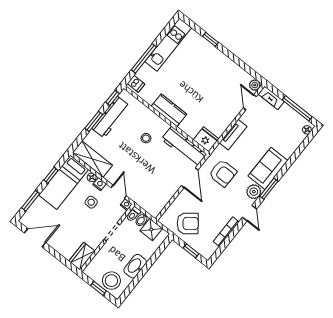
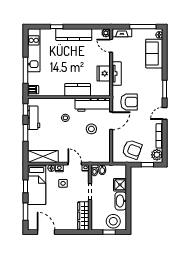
kitchen counter: (221, 61) -> (74, 35), added
kitchen counter: (169, 110) -> (78, 90), moved
workbench: (111, 117) -> (34, 118), width x0.73
fridge: (206, 139) -> (104, 73), moved, turned -90
sofa: (268, 168) -> (154, 54), moved
stool: (163, 170) -> (91, 129), added
door: (190, 178) -> (111, 121), hinge flipped
plant: (254, 192) -> (157, 155), moved
door: (249, 213) -> (165, 113), swing flipped
armchair: (188, 223) -> (132, 150), turned 58
shower: (151, 230) -> (120, 185), moved
door: (35, 238) -> (46, 232), hinge flipped
wardrobe: (82, 256) -> (83, 216), width x1.50

